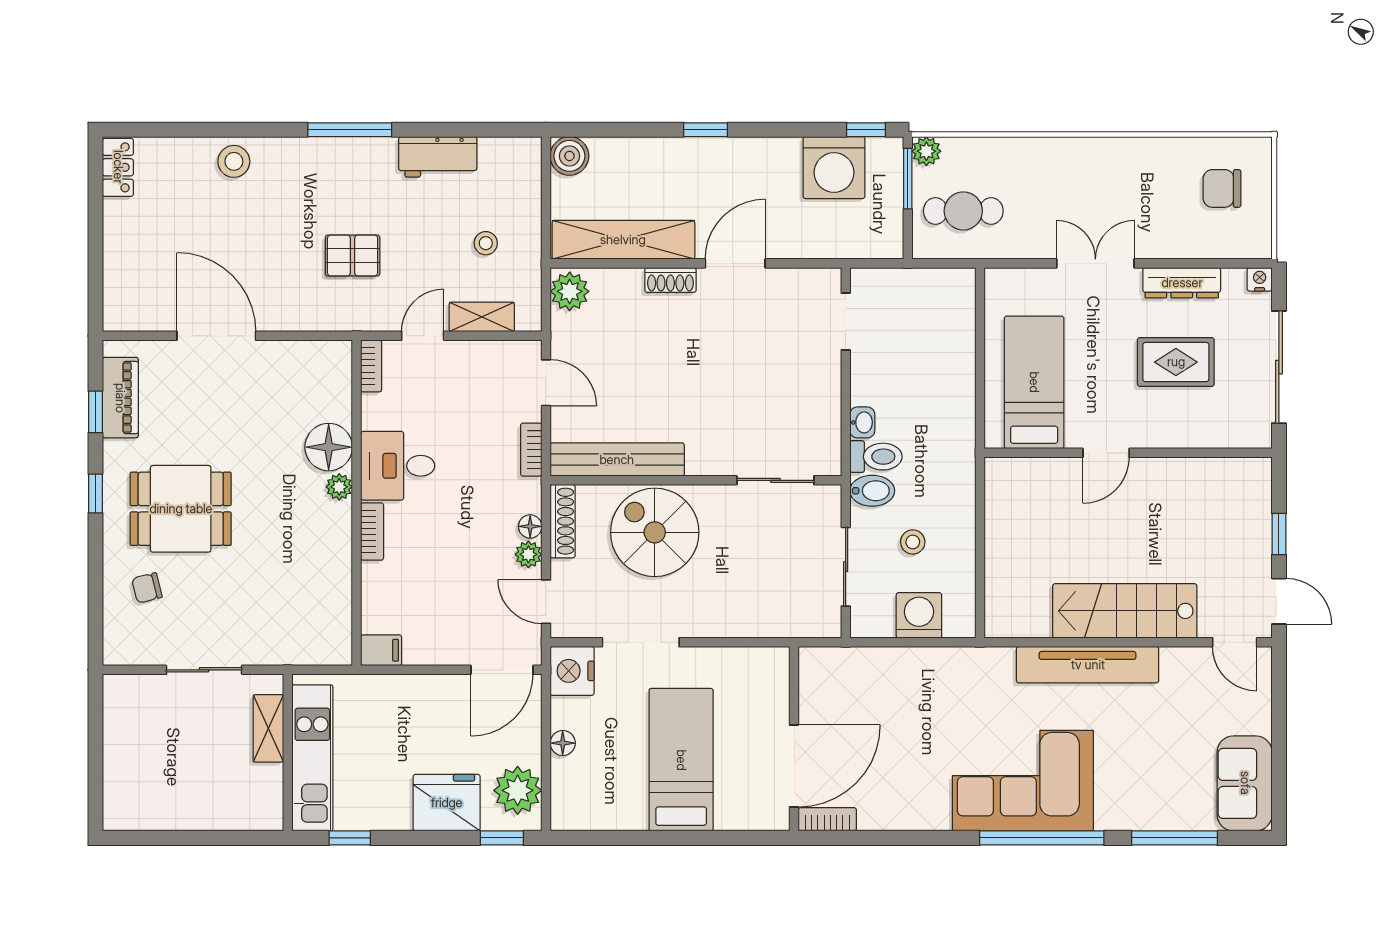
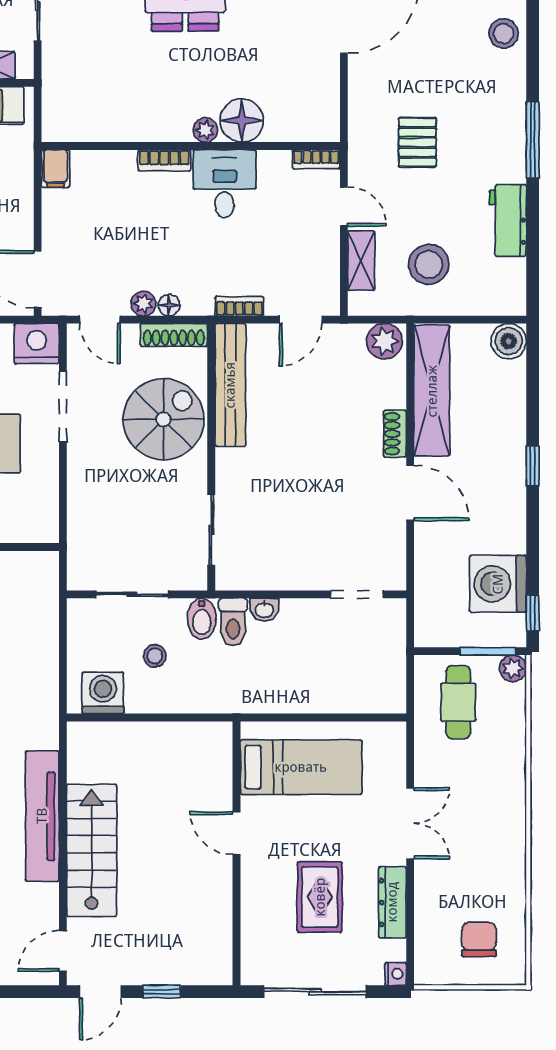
stool: (486, 243) -> (429, 264), width x1.89, depth x1.89
door: (546, 602) -> (100, 320), swing flipped
washing machine: (919, 615) -> (103, 693), moved, turned -90

